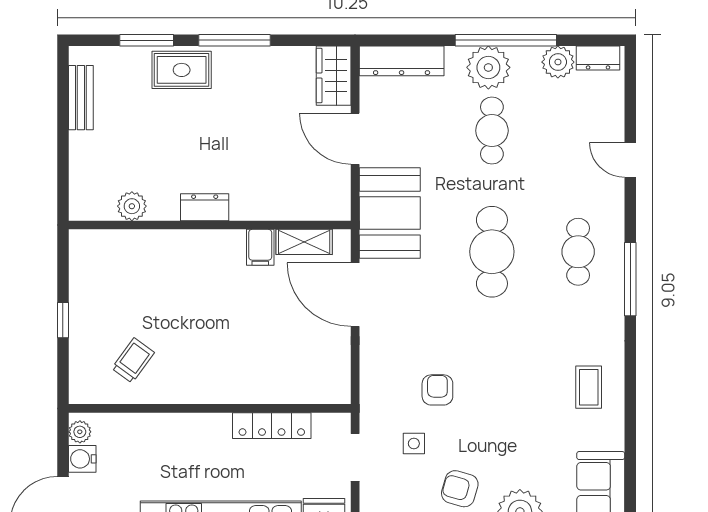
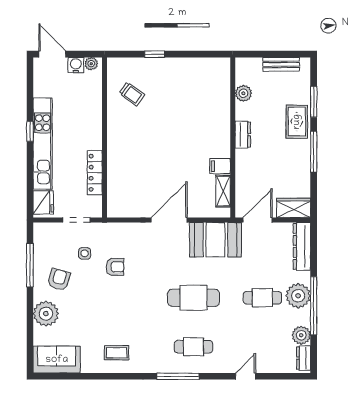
plant: (132, 206) -> (243, 93), moved
dresser: (205, 207) -> (243, 135), moved
wall: (210, 225) -> (233, 137), moved
shelving: (304, 242) -> (223, 191), moved
filing cabinet: (260, 247) -> (220, 166), moved

